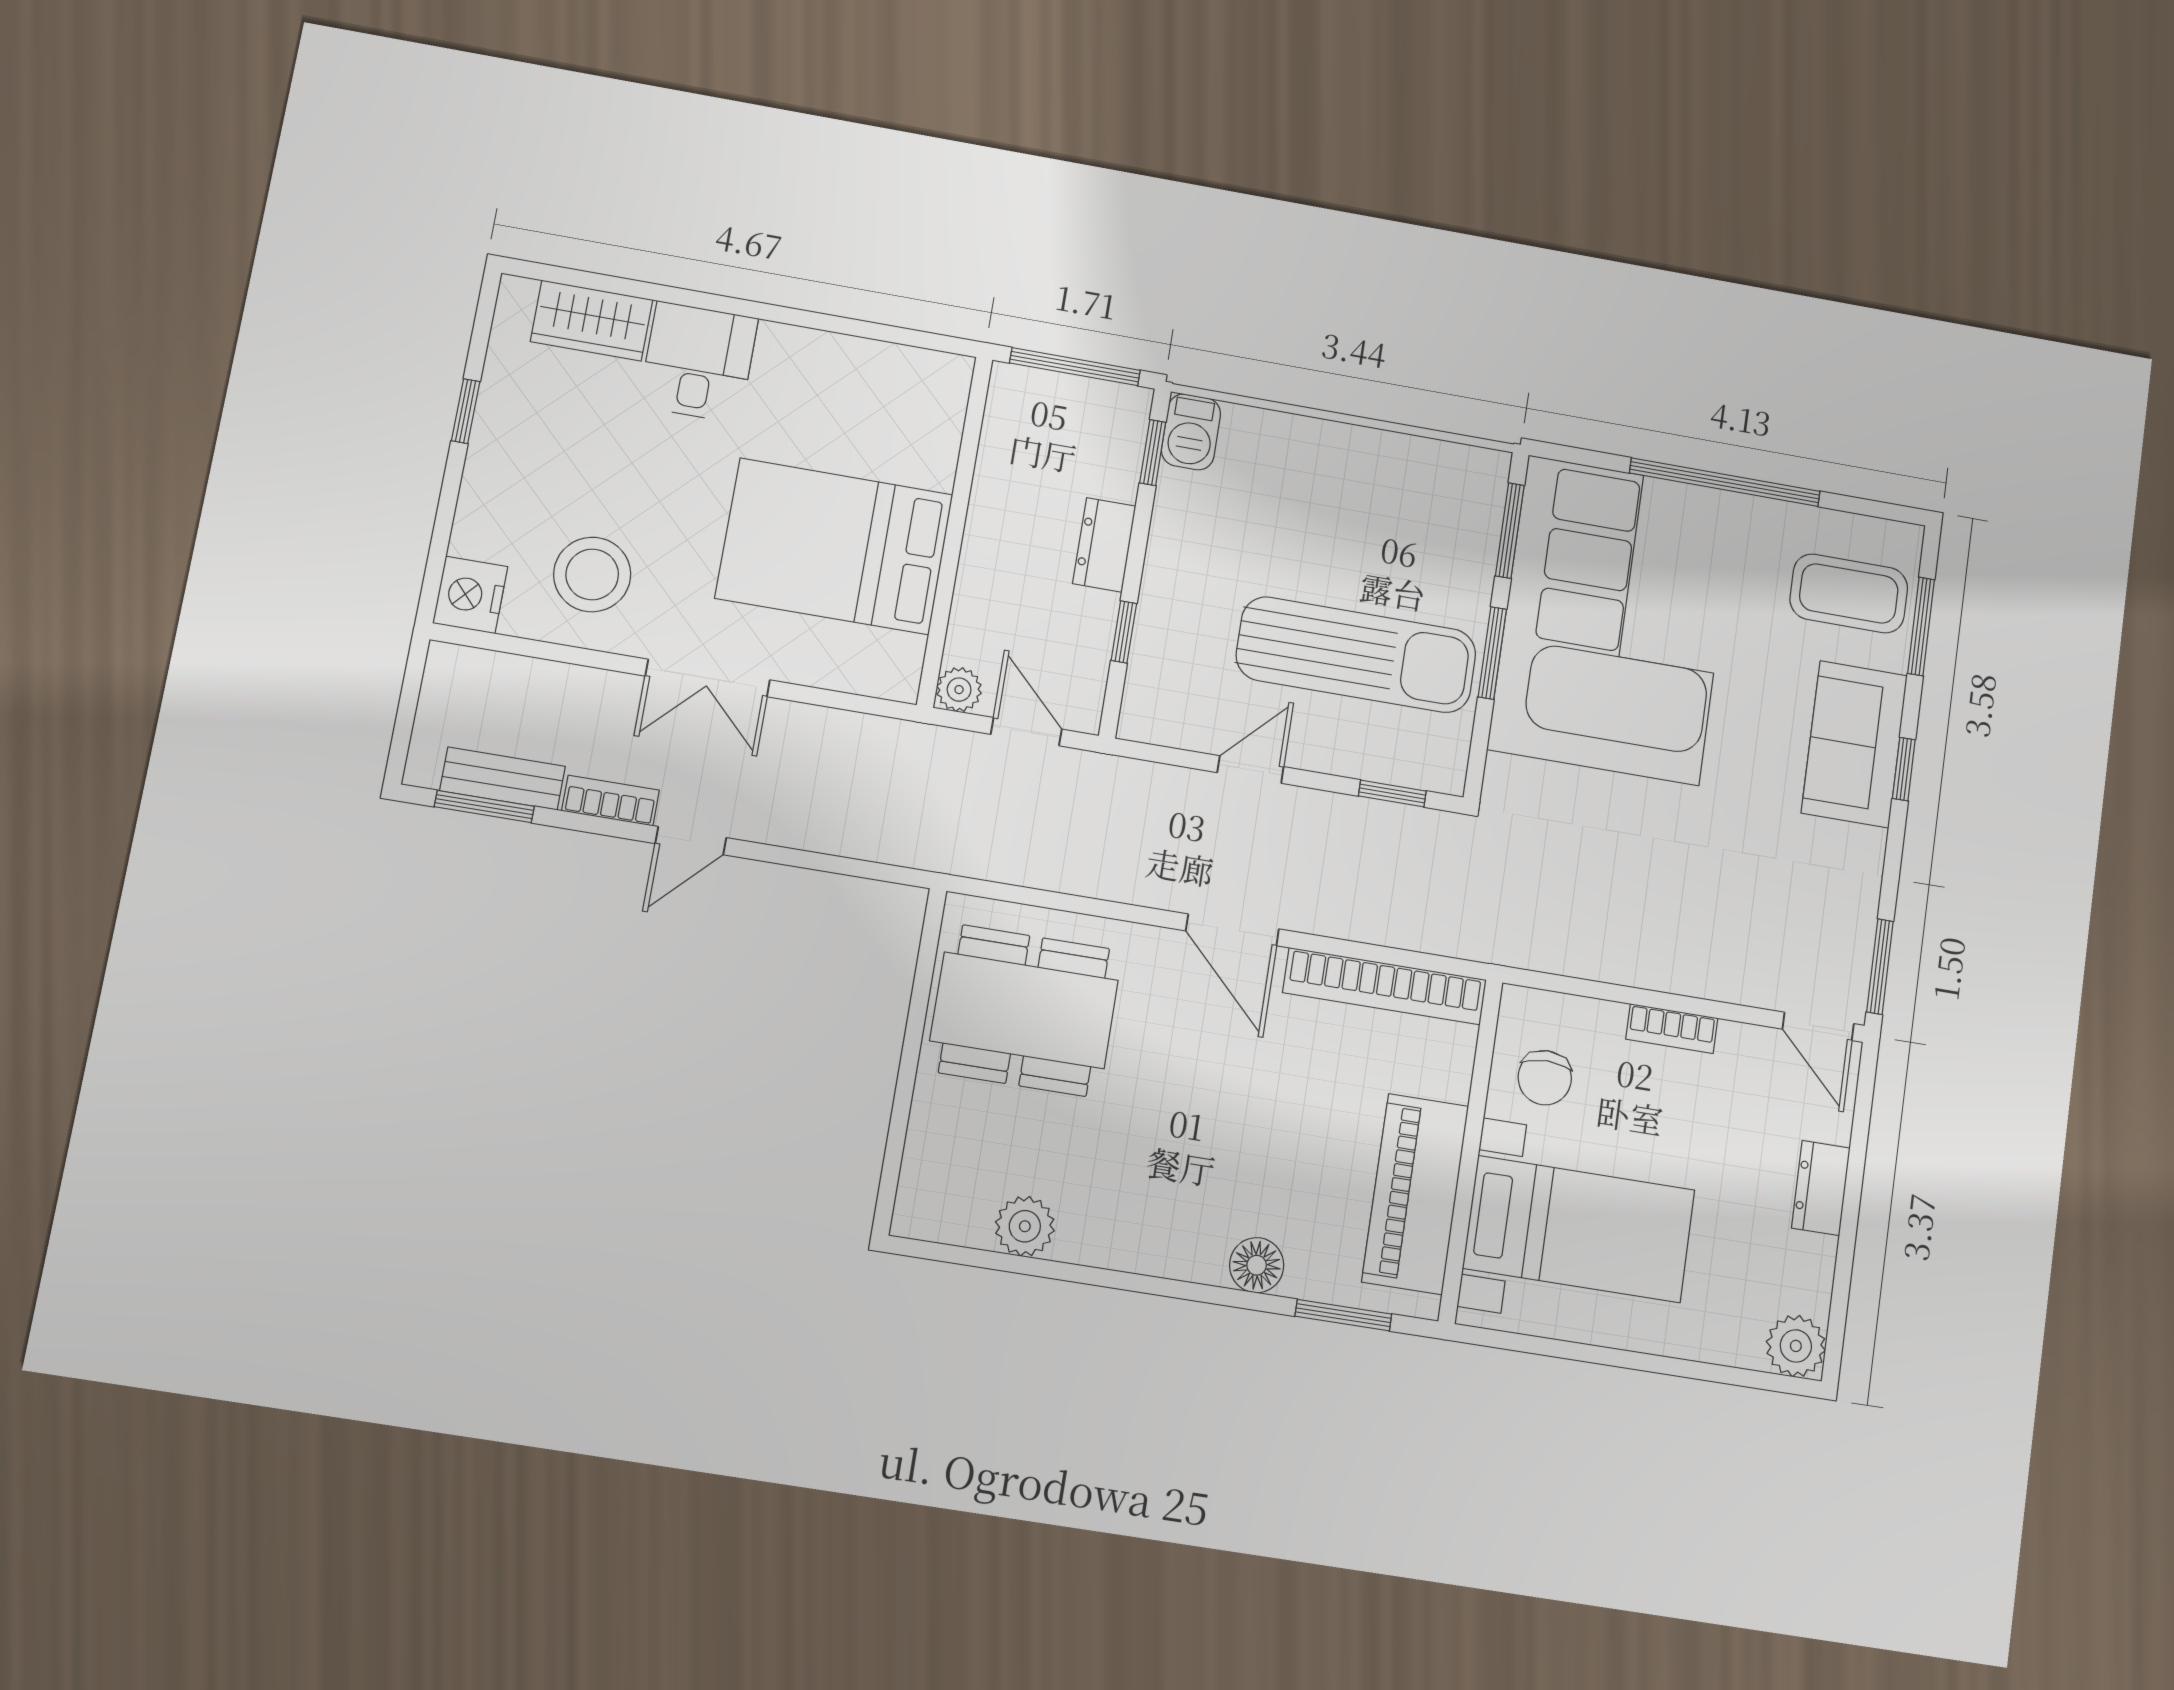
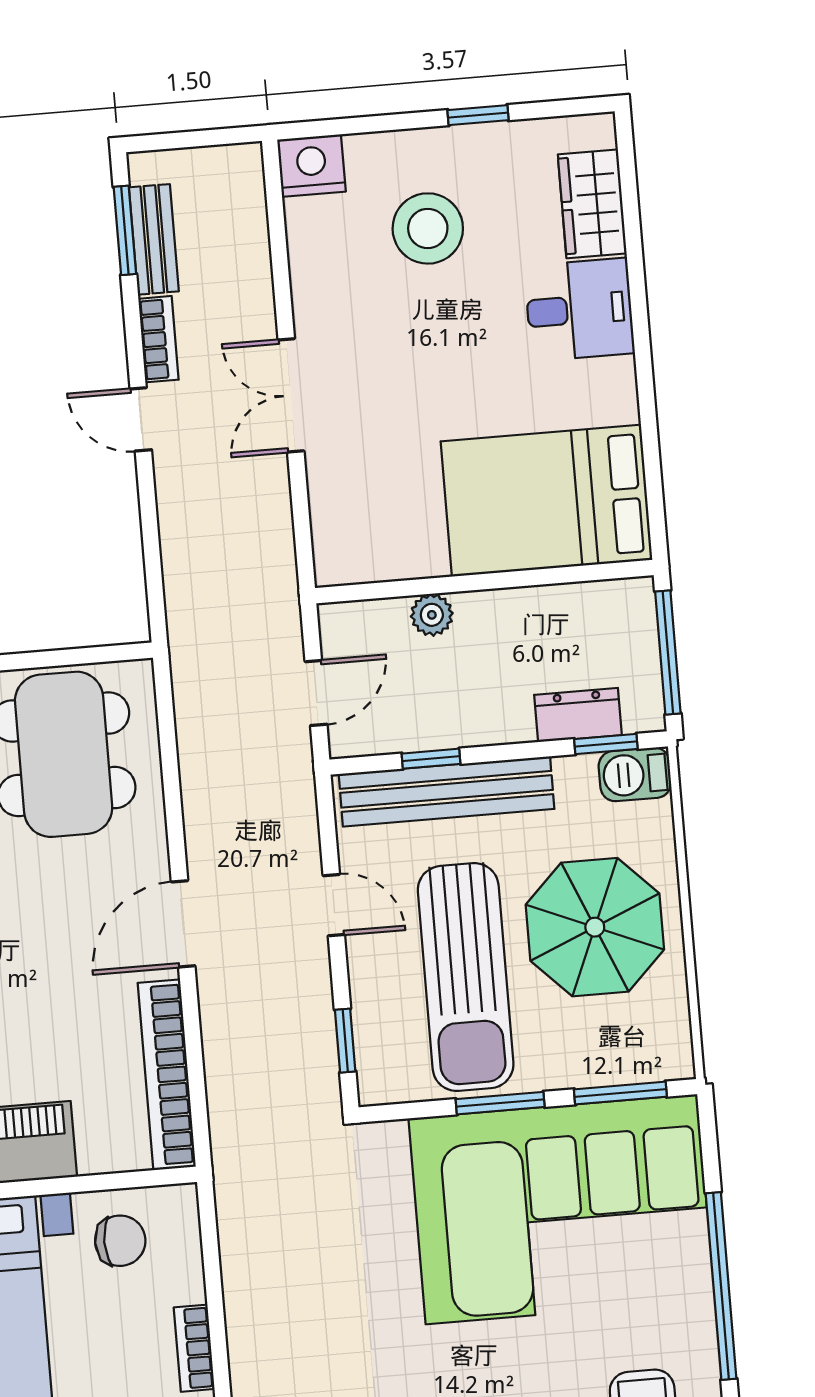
parasol: (1336, 512) -> (595, 927), added
dresser: (1104, 545) -> (578, 715), moved
bed: (834, 546) -> (547, 501), moved, turned -90
stool: (592, 574) -> (428, 228), moved
bench: (1162, 625) -> (446, 791), added
plant: (959, 690) -> (432, 615), moved
chair: (1545, 1078) -> (120, 1241), turned 180

